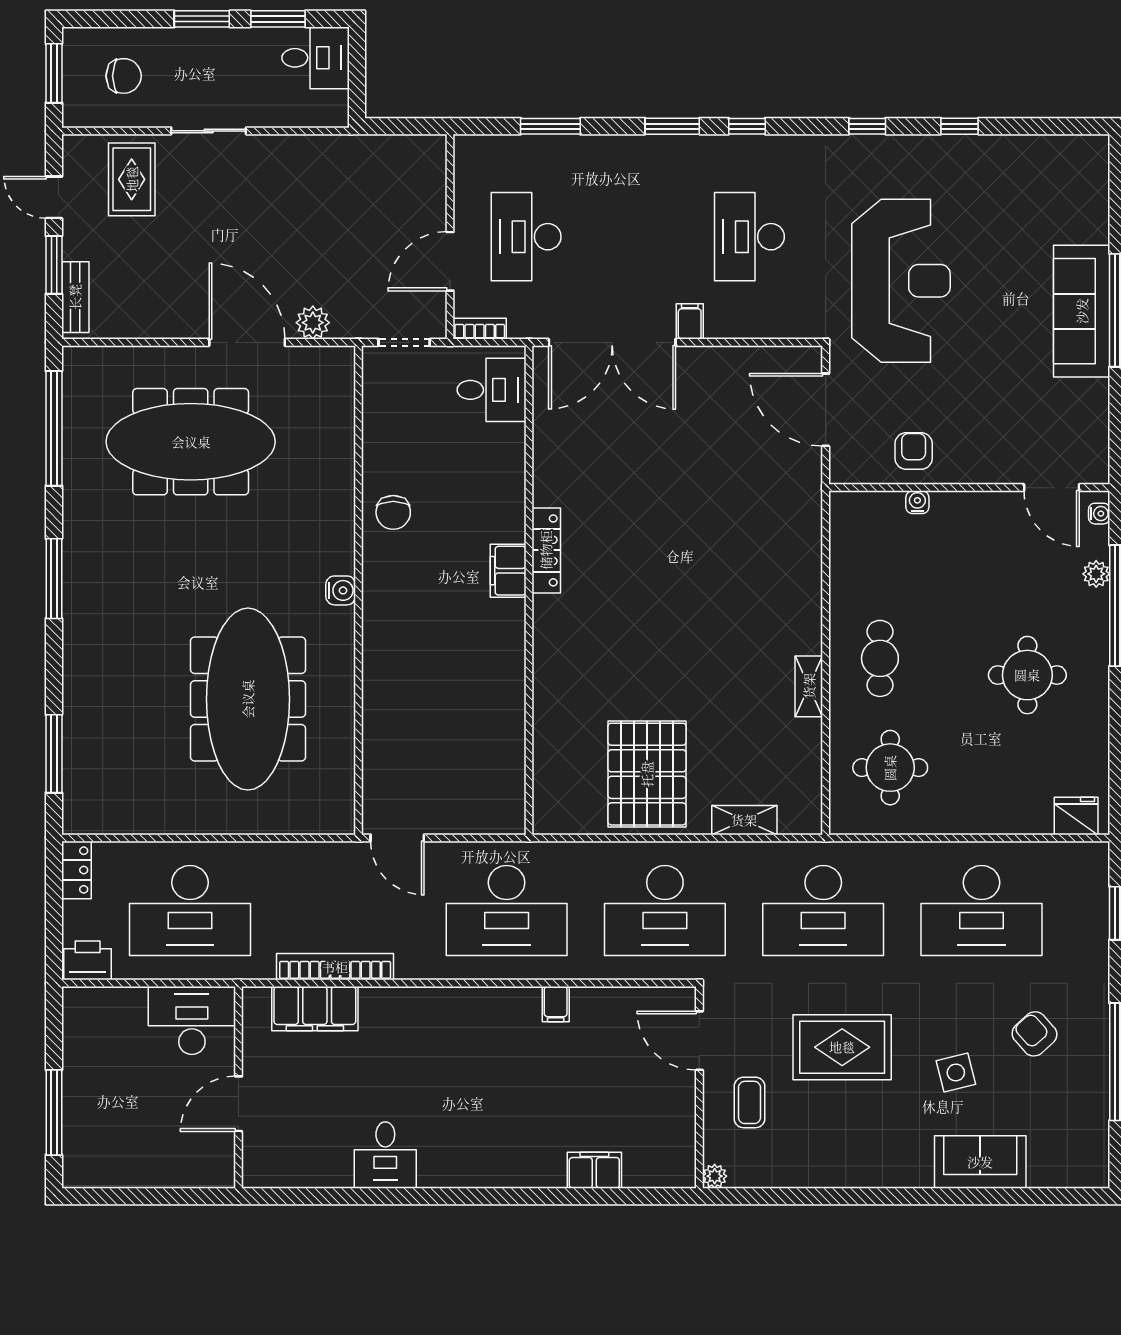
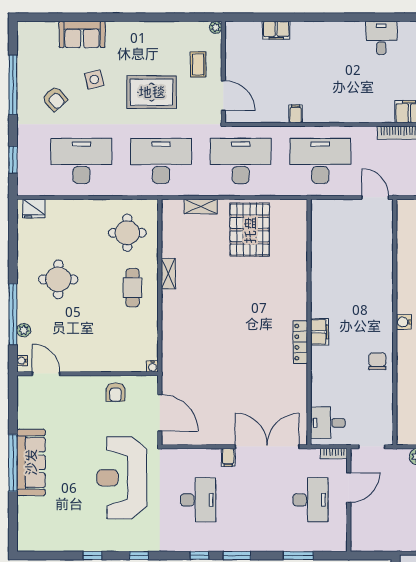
water cooler: (917, 502) -> (152, 366), moved

